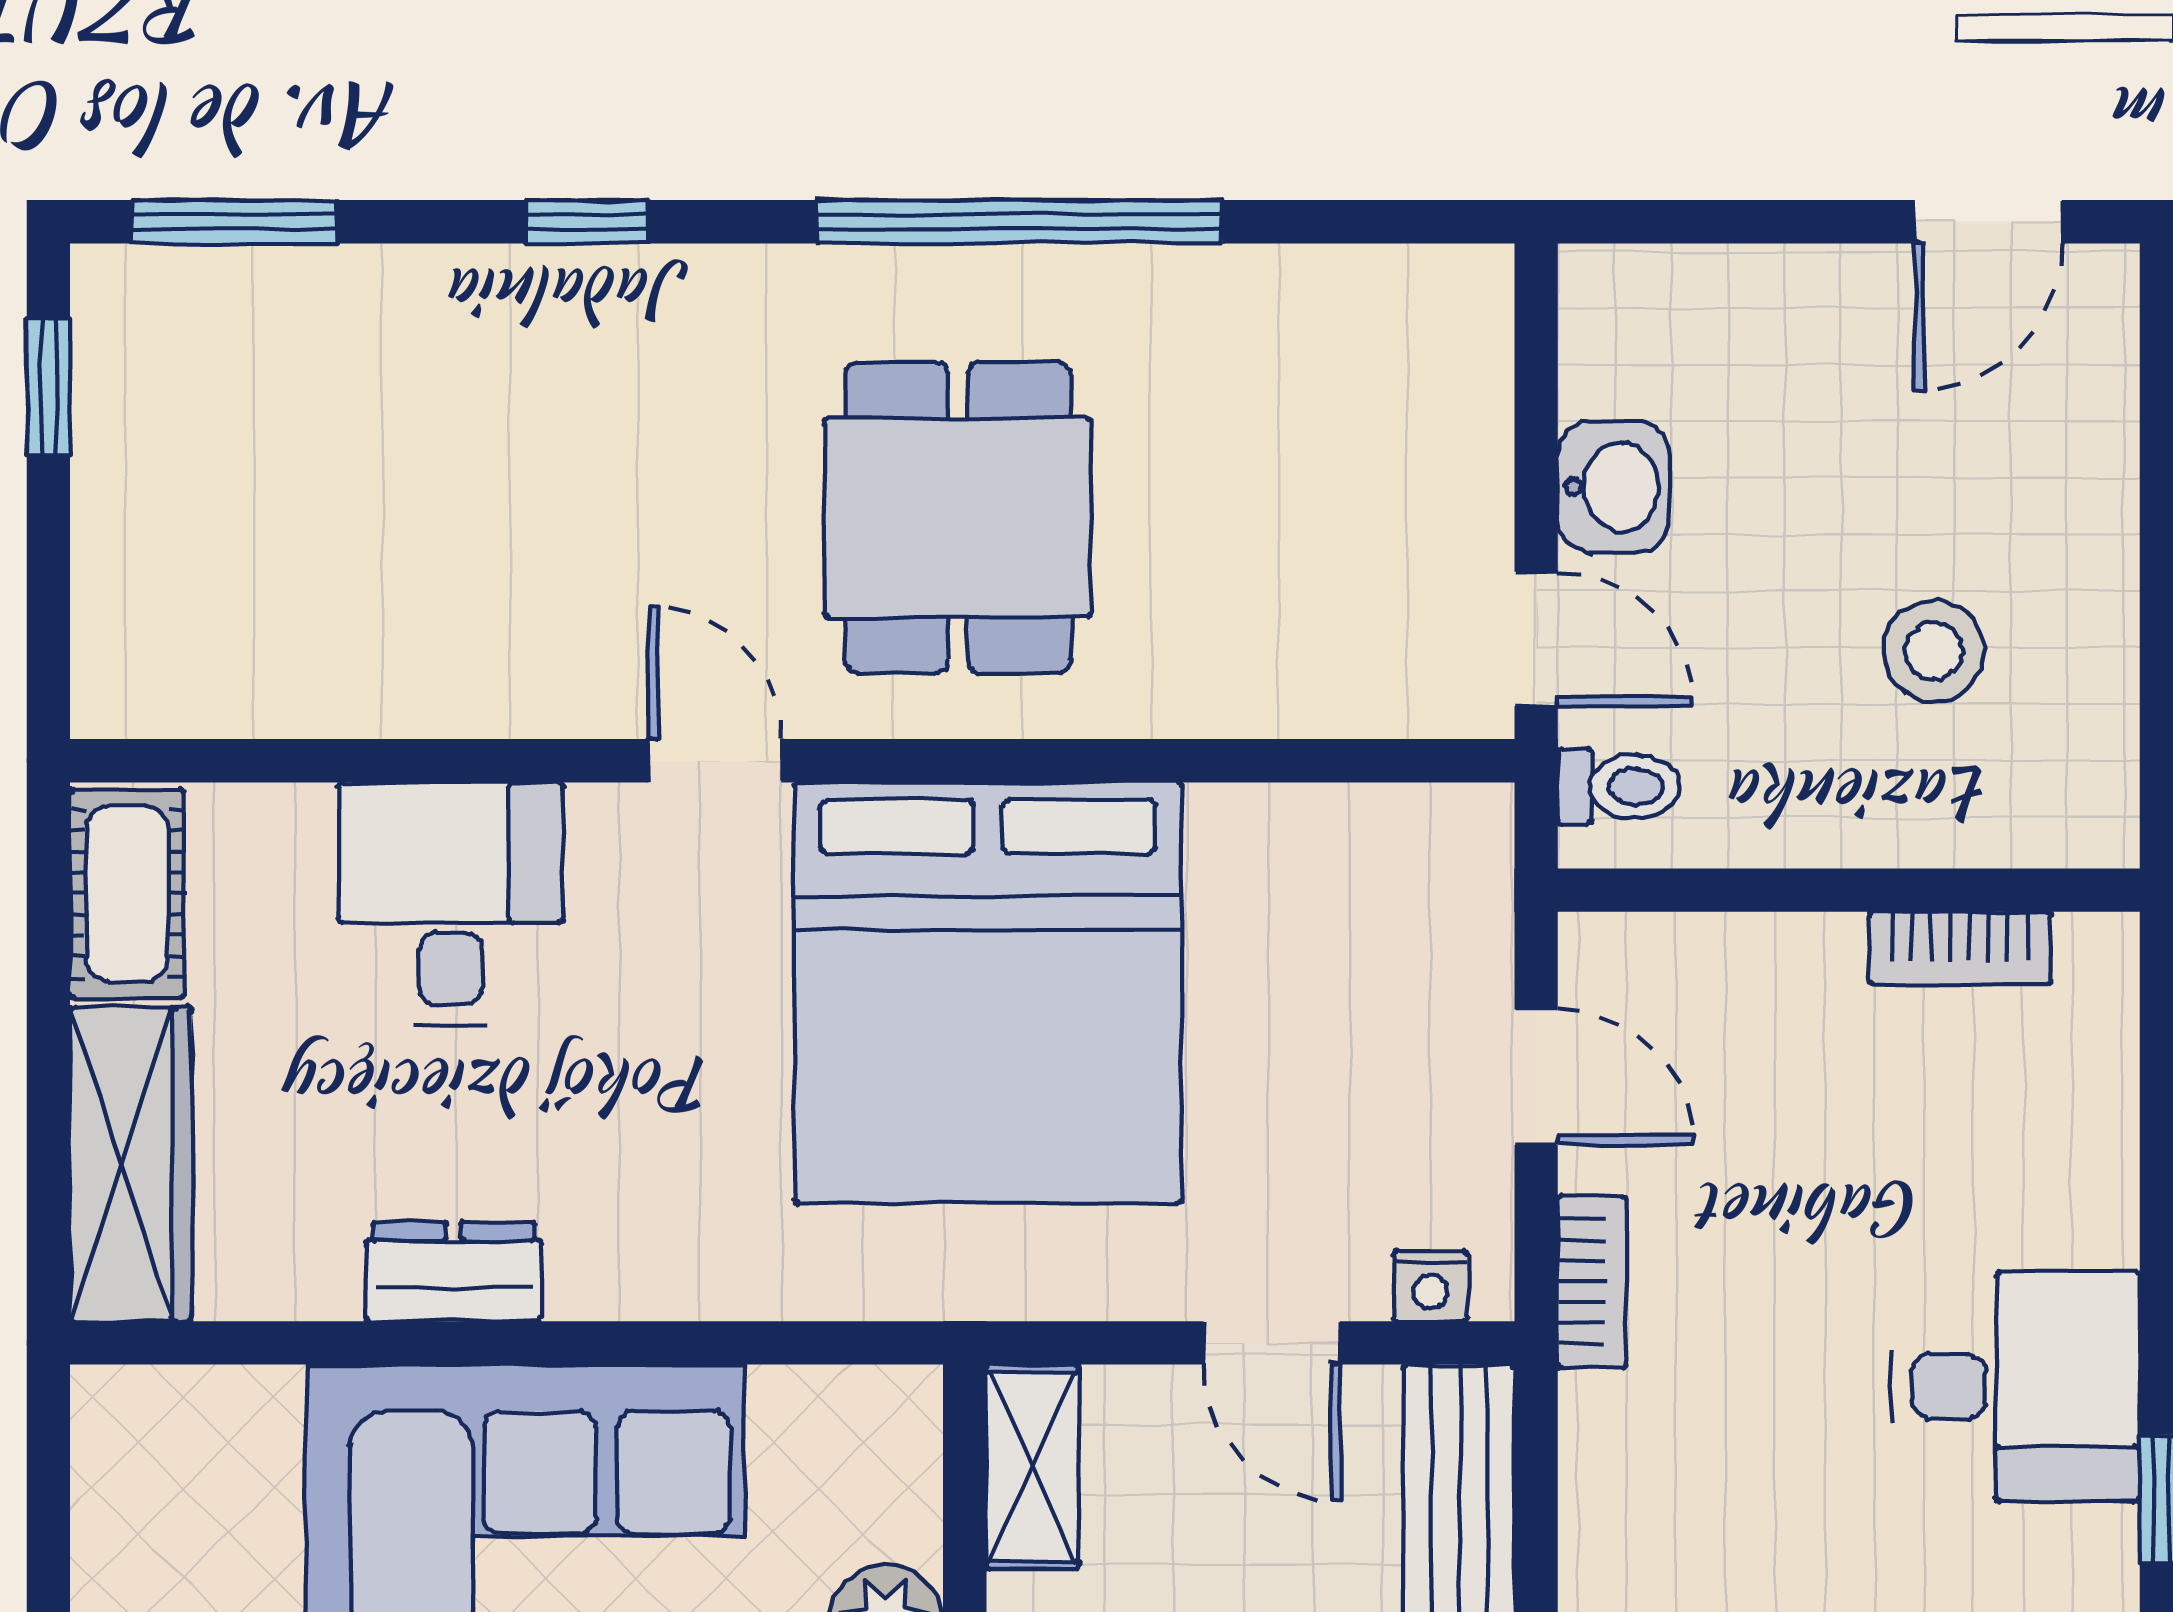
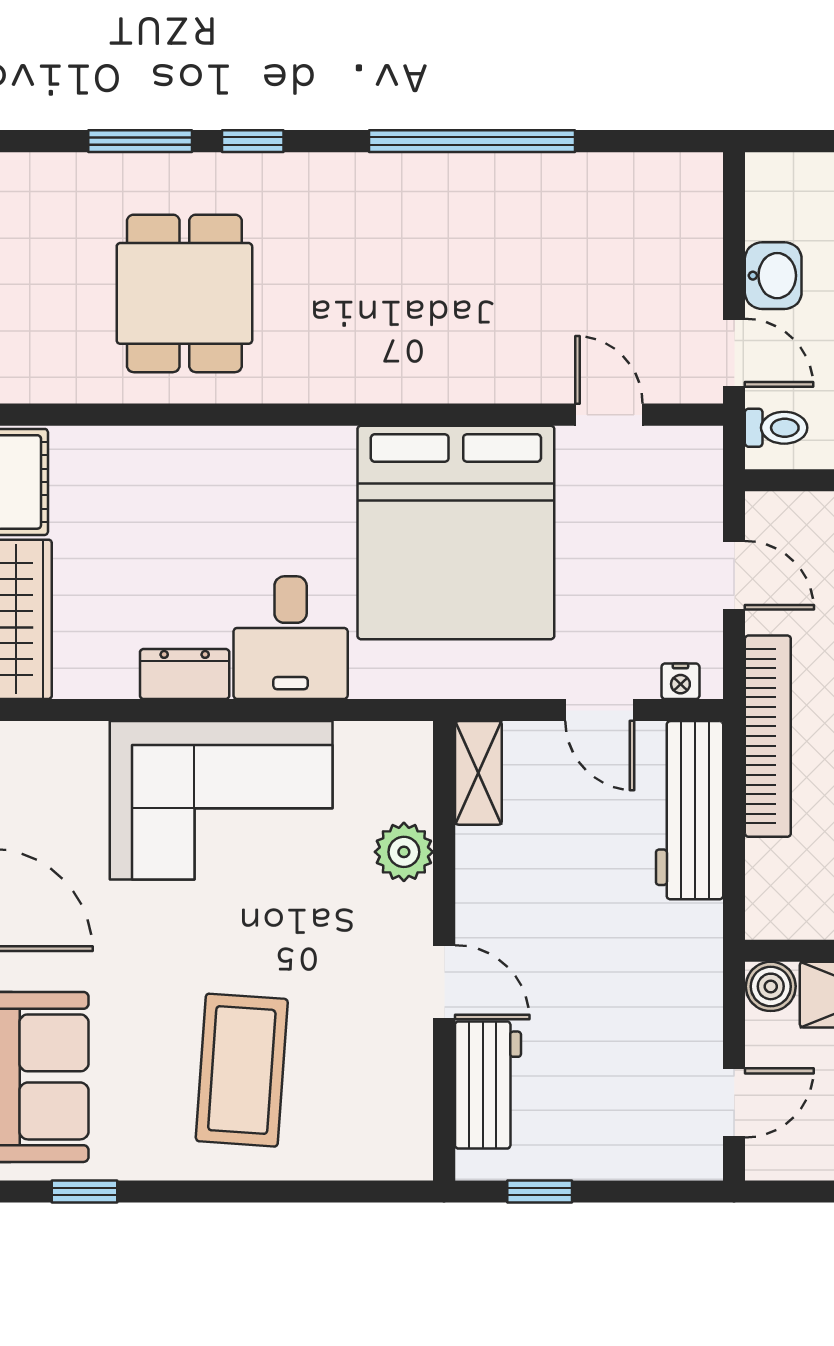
window: (233, 222) -> (140, 141), moved
dining table: (958, 518) -> (184, 293), moved
door: (715, 761) -> (609, 415), moved
desk: (451, 903) -> (291, 638), moved, turned 180
bookcase: (1592, 1282) -> (768, 736), width x2.31, depth x1.31

